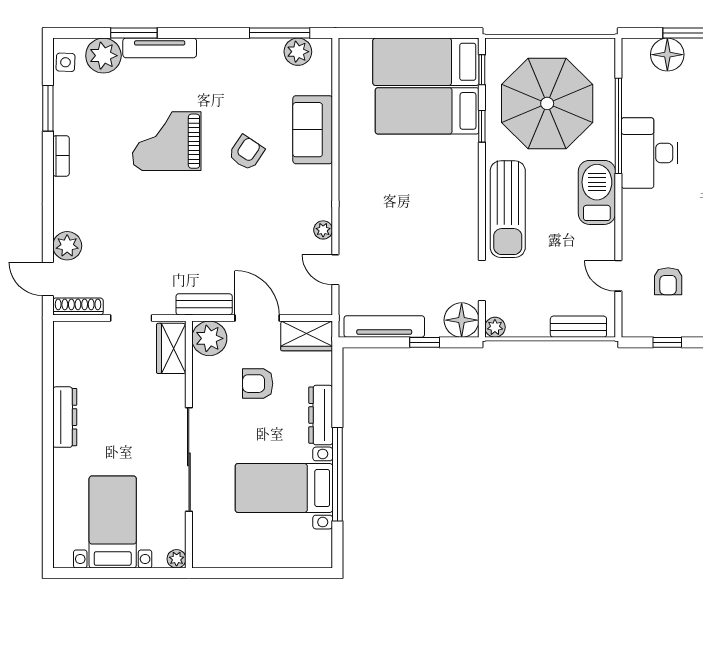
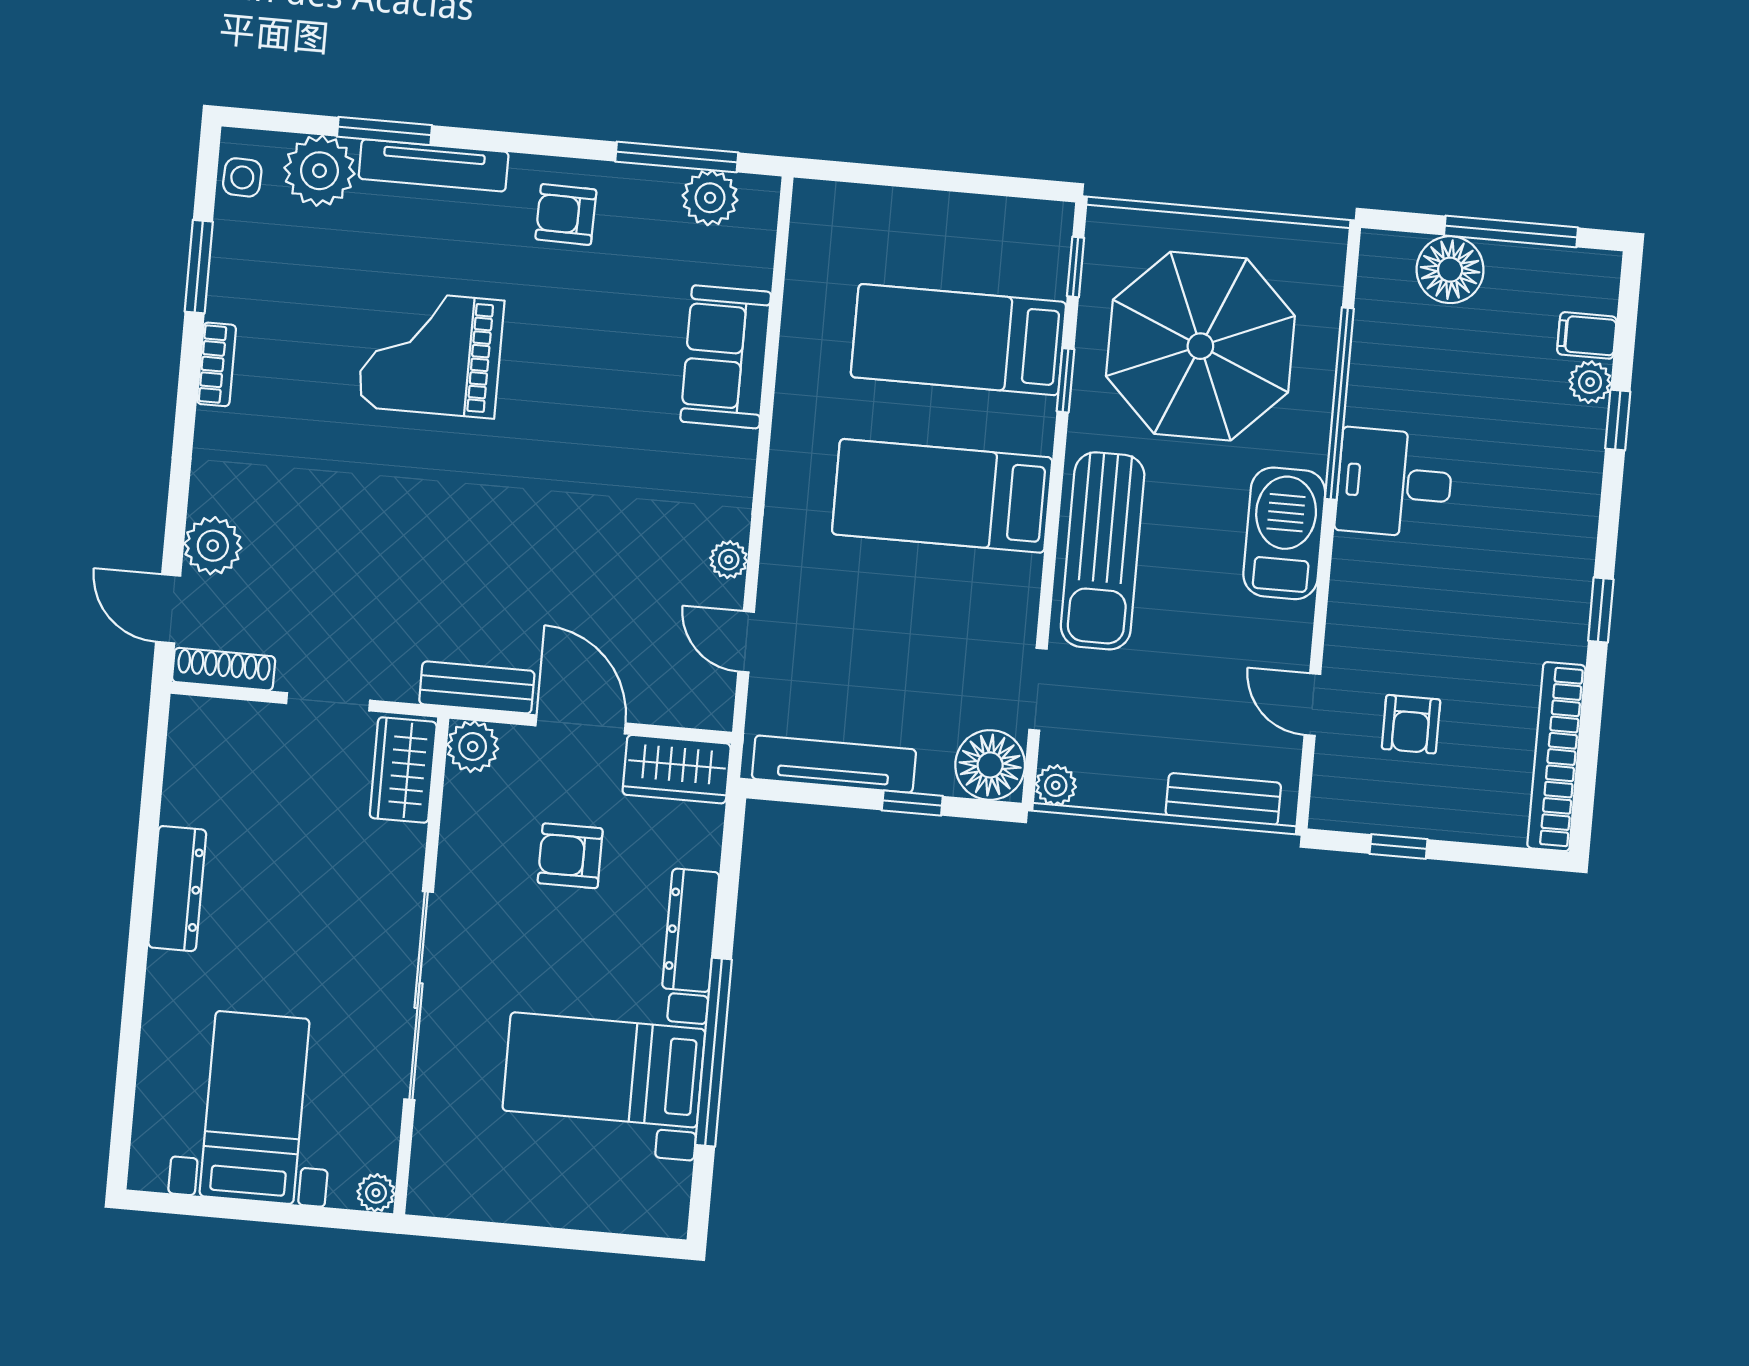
bed: (426, 62) -> (942, 496), moved
armchair: (246, 153) -> (566, 214), moved, turned -123
desk: (649, 153) -> (1394, 483), width x0.73
plant: (209, 338) -> (473, 747), width x0.73, depth x0.73

